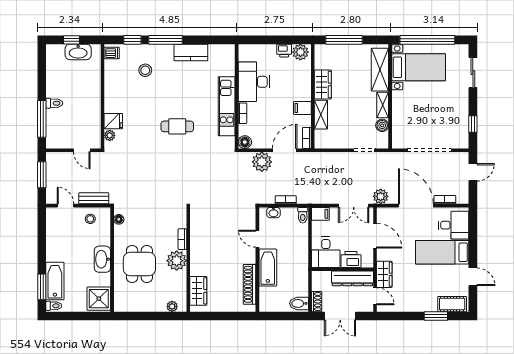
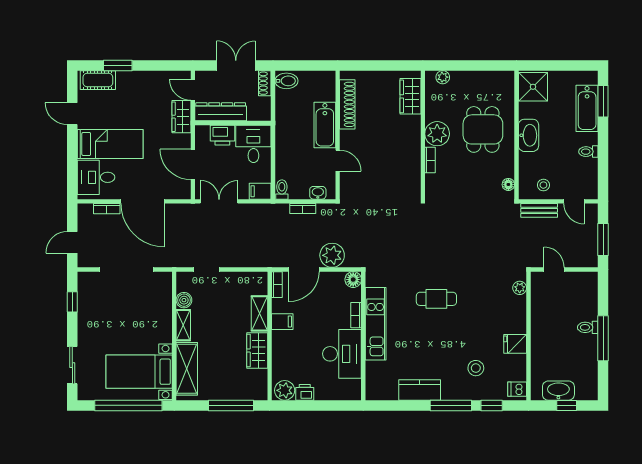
window: (42, 119) -> (603, 338), moved
fridge: (113, 121) -> (515, 344), moved
plant: (381, 196) -> (186, 213), removed
toilet: (54, 306) -> (588, 152), moved

